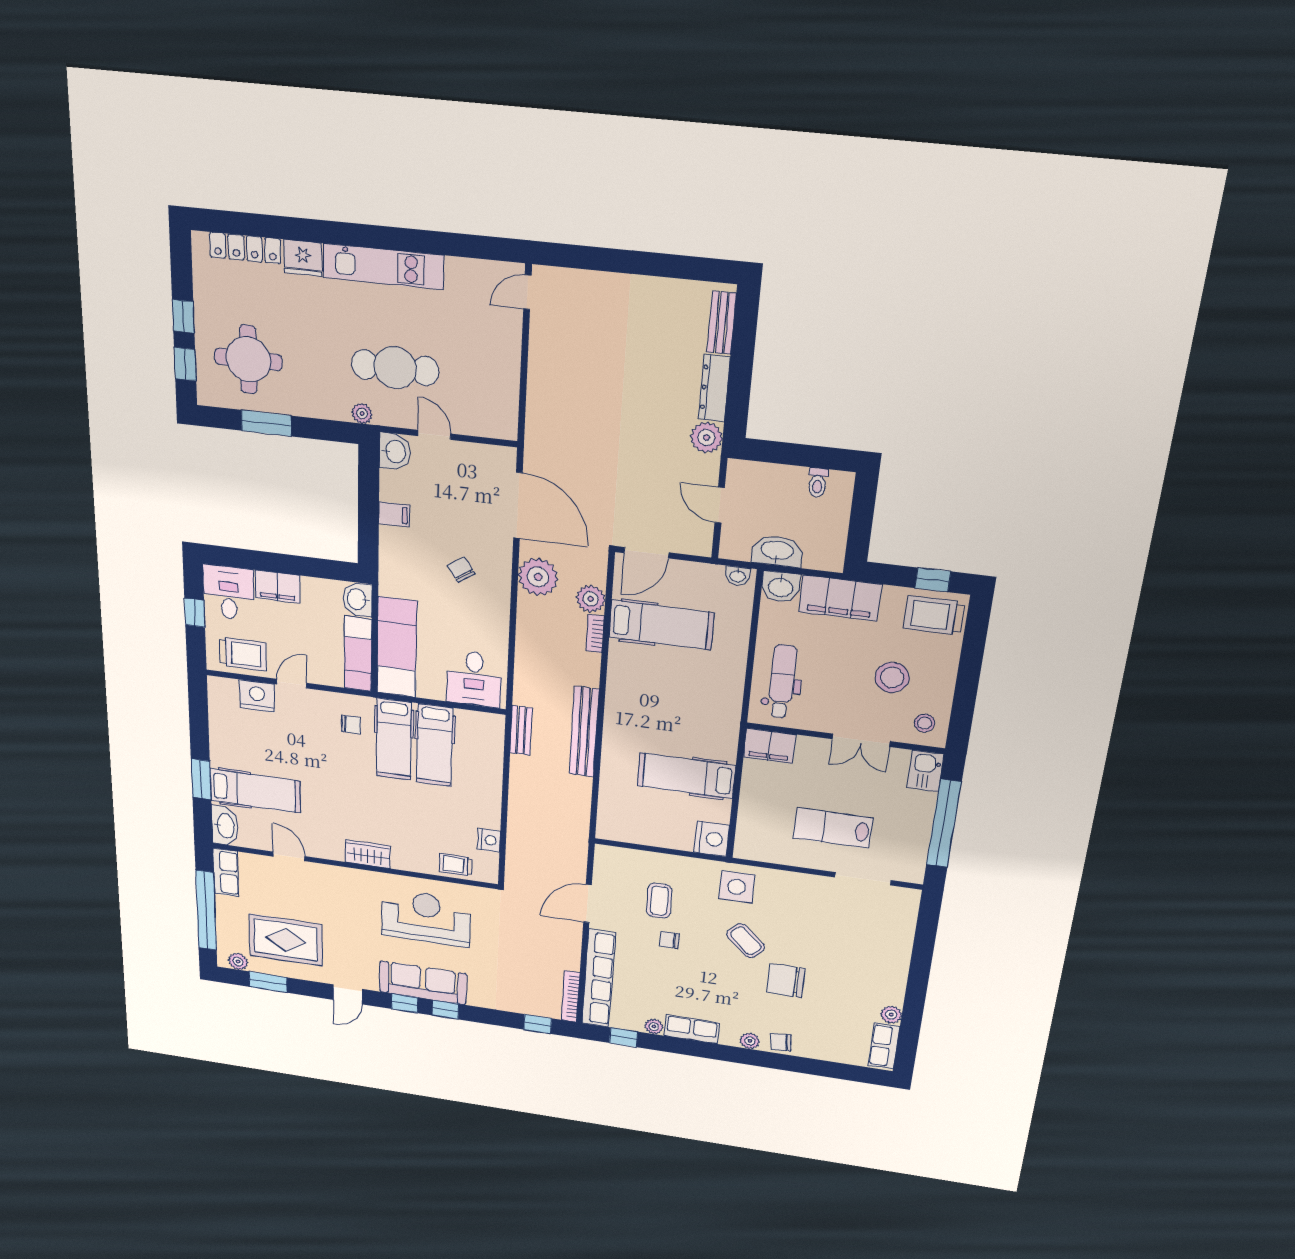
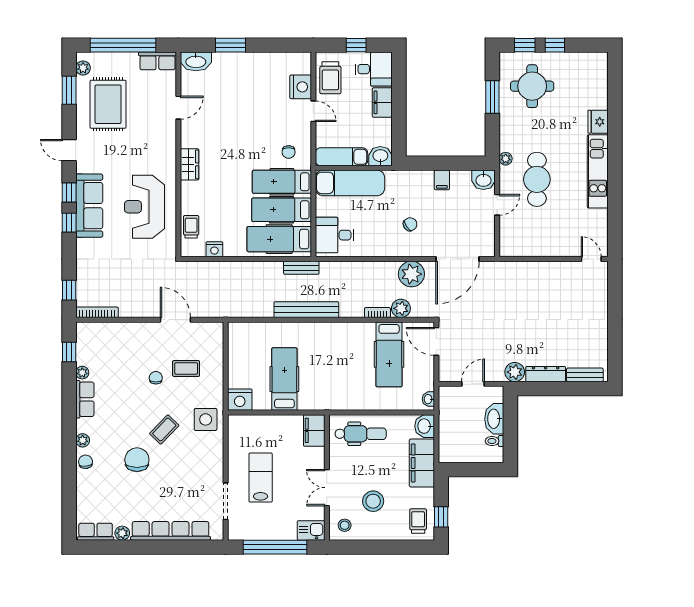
locker: (245, 248) -> (601, 86), removed
washbasin: (777, 551) -> (494, 419), moved, turned 180
trolley: (934, 615) -> (418, 521), width x0.73, depth x0.72
hospital bed: (255, 791) -> (279, 239), moved, turned 90
reception desk: (426, 918) -> (144, 207), turned 180
row of seats: (599, 978) -> (171, 531), moved, turned 180

